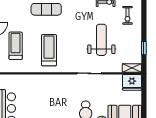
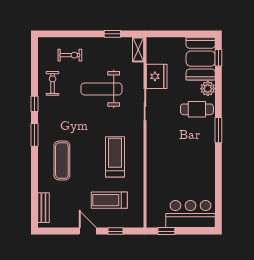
treadmill: (49, 50) -> (115, 157), turned 90
fridge: (132, 82) -> (157, 76), moved

